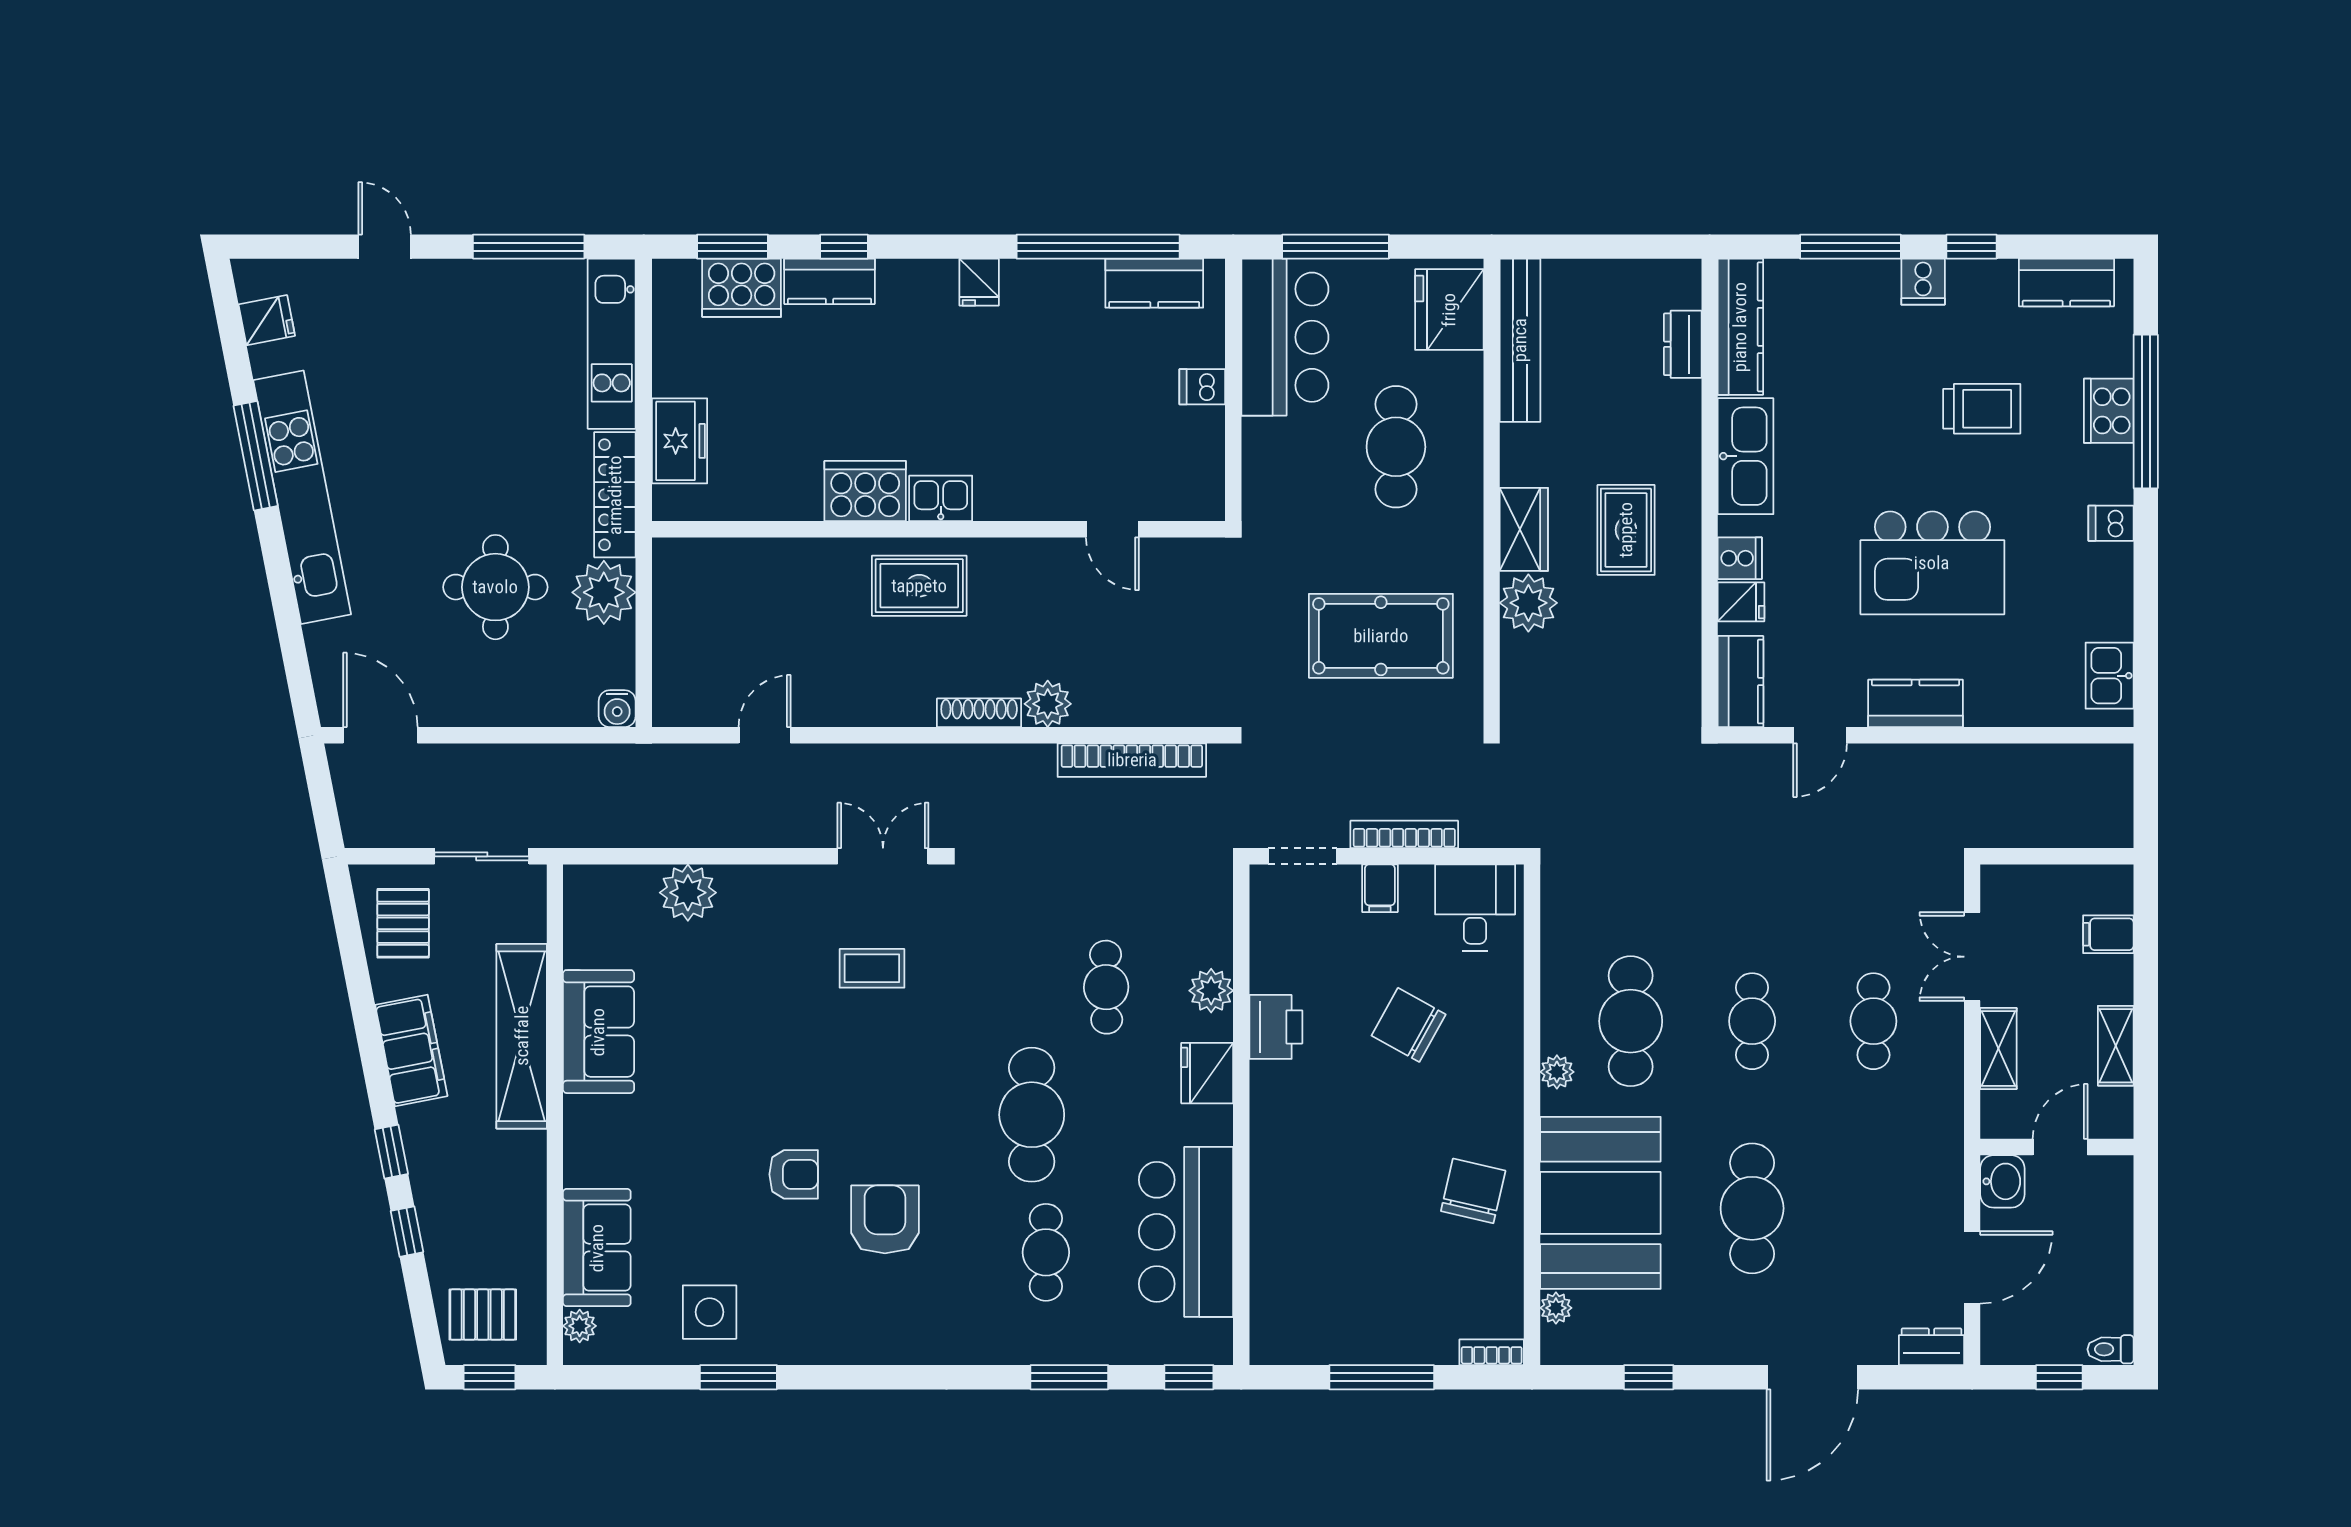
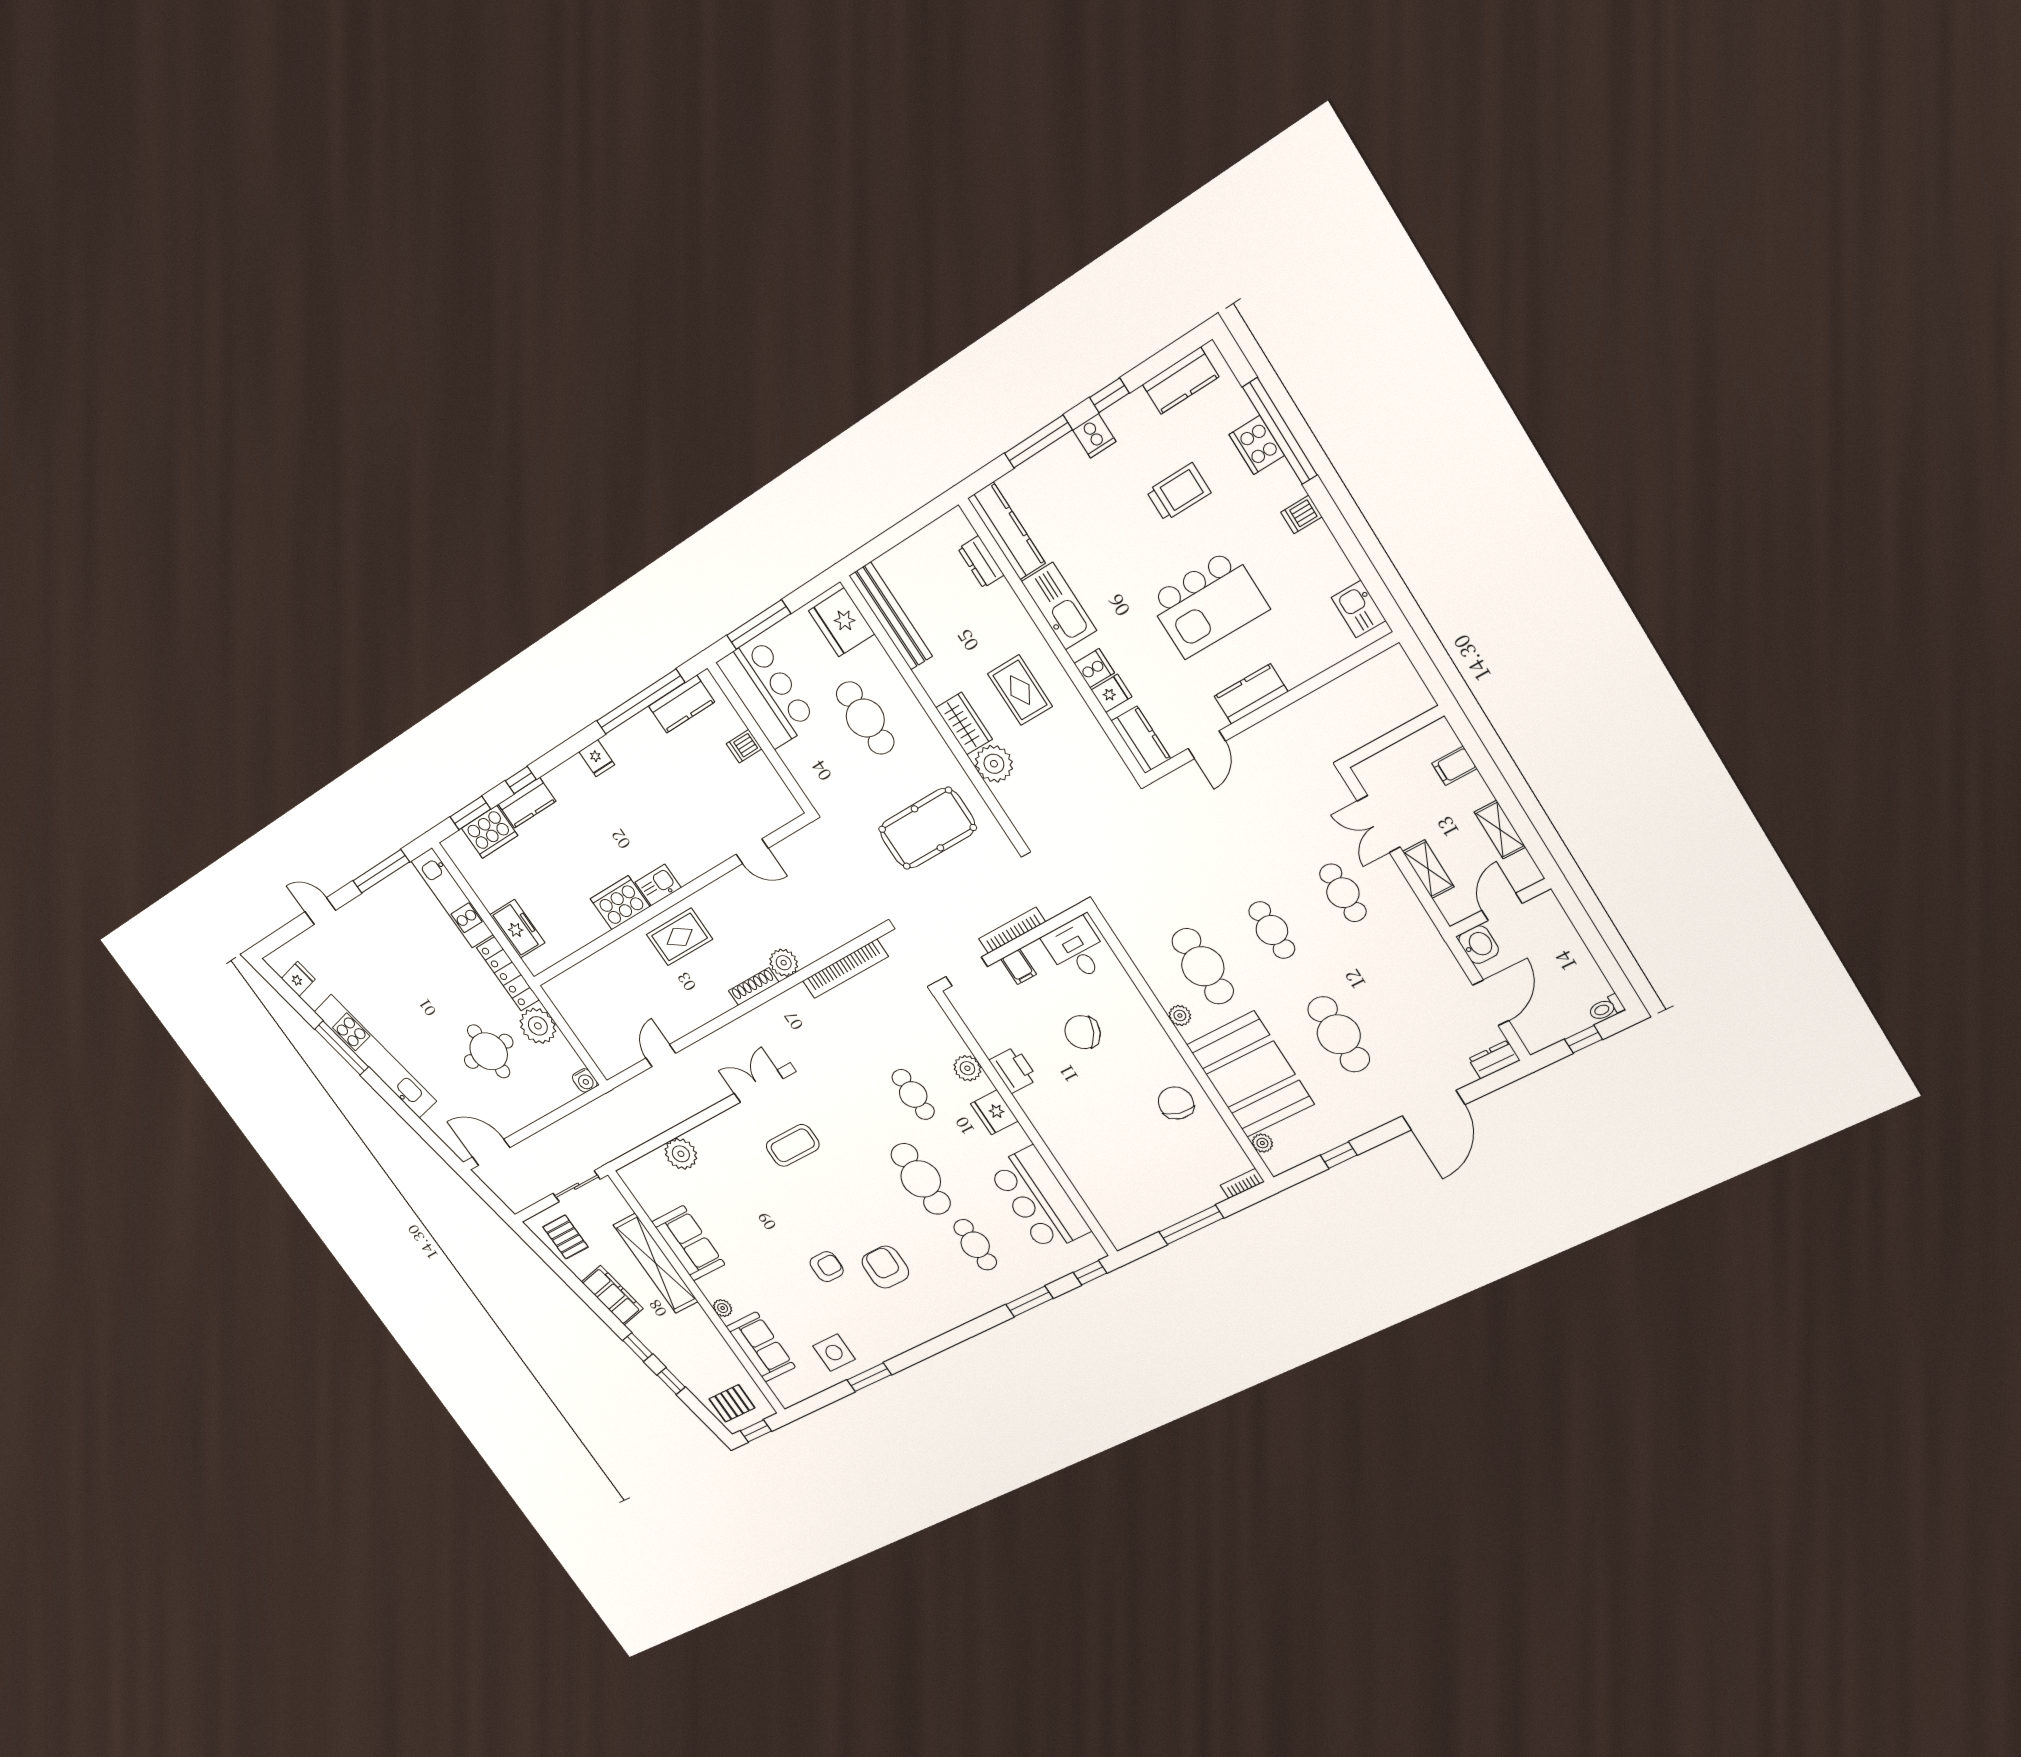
coffee table: (872, 968) -> (793, 1145), width x1.36, depth x1.30
plant: (580, 1326) -> (723, 1308), moved

